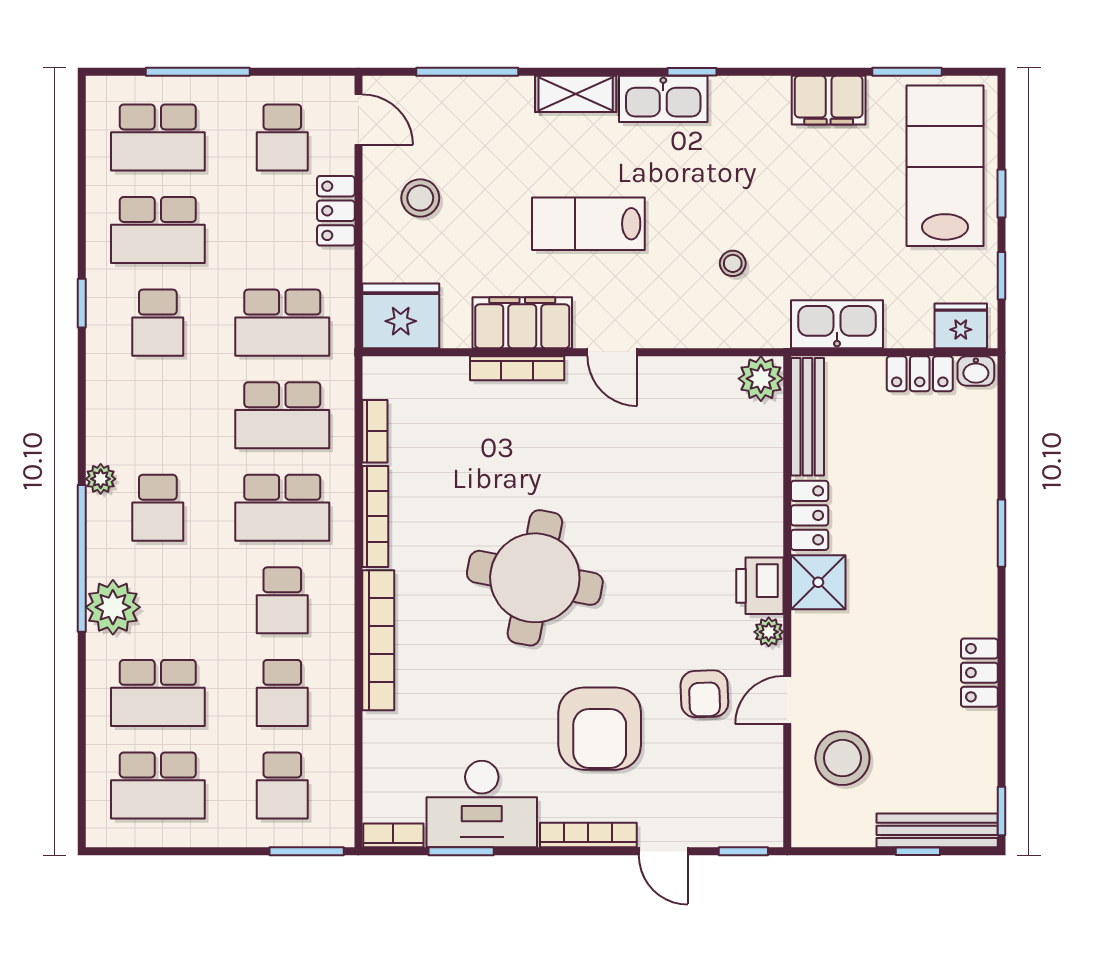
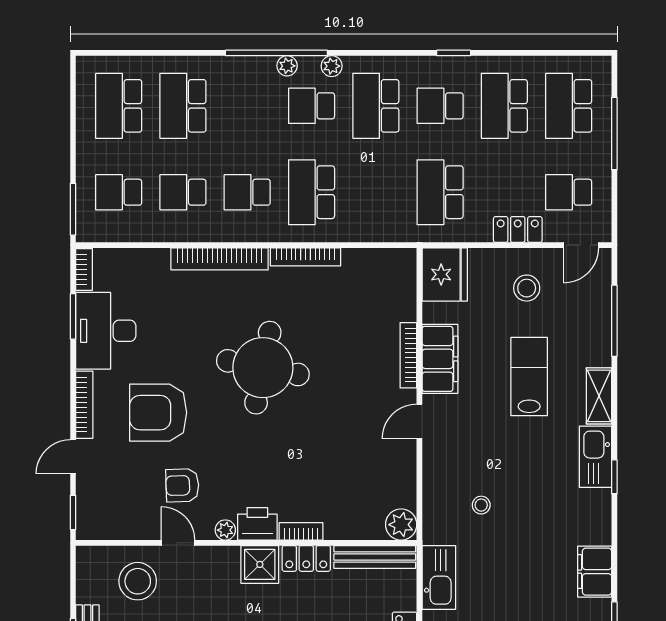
lab bench: (588, 224) -> (529, 377), moved
school desk: (282, 415) -> (376, 106), moved
bookcase: (375, 431) -> (301, 531), moved, turned 180
plant: (113, 607) -> (287, 66), moved, width x0.53, depth x0.53

